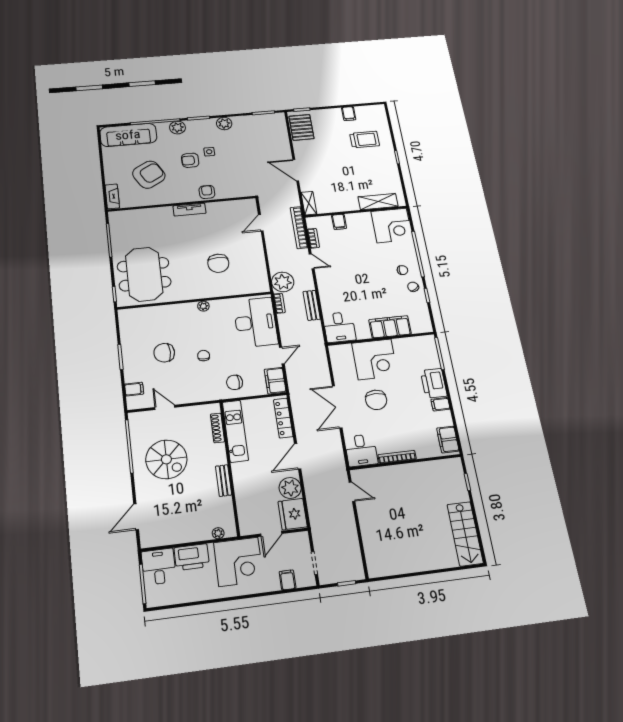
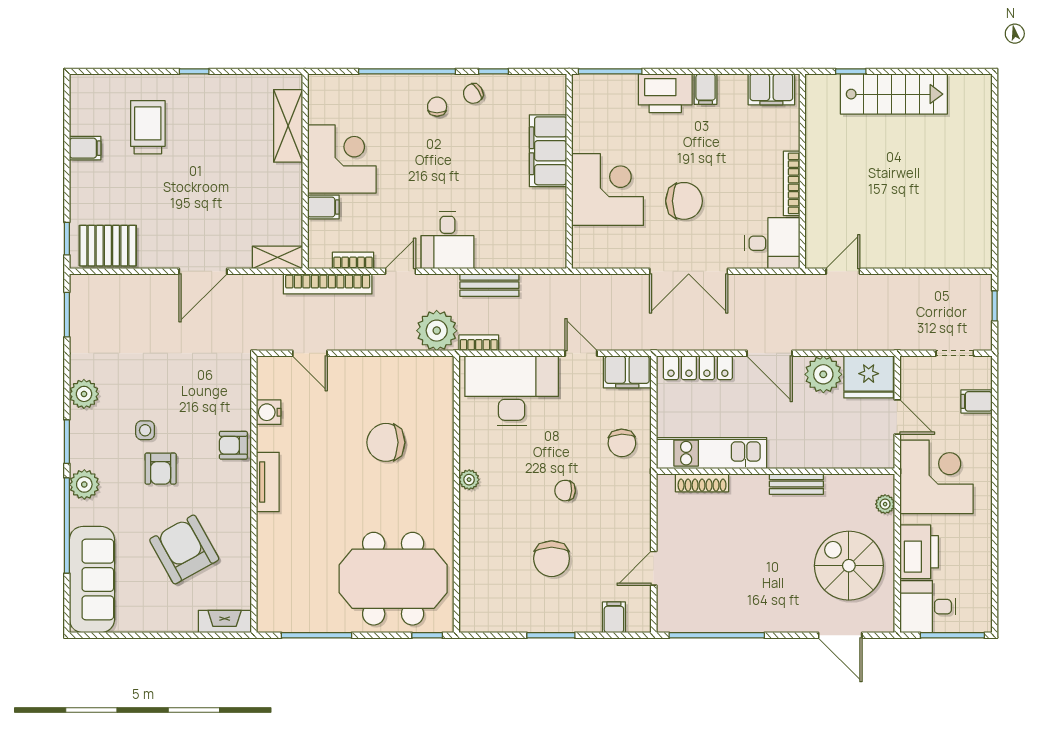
water cooler: (227, 207) -> (269, 412), added
corner desk: (392, 225) -> (342, 159), moved
chair: (218, 263) -> (386, 442), turned 180
desk: (339, 327) -> (448, 240), moved, turned 90
spiral stairs: (166, 459) -> (849, 566), moved, turned -90
stairs: (465, 534) -> (894, 94), moved

